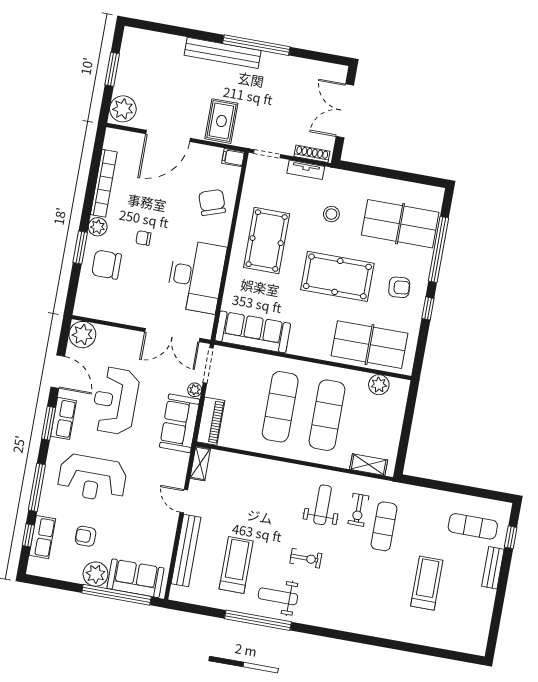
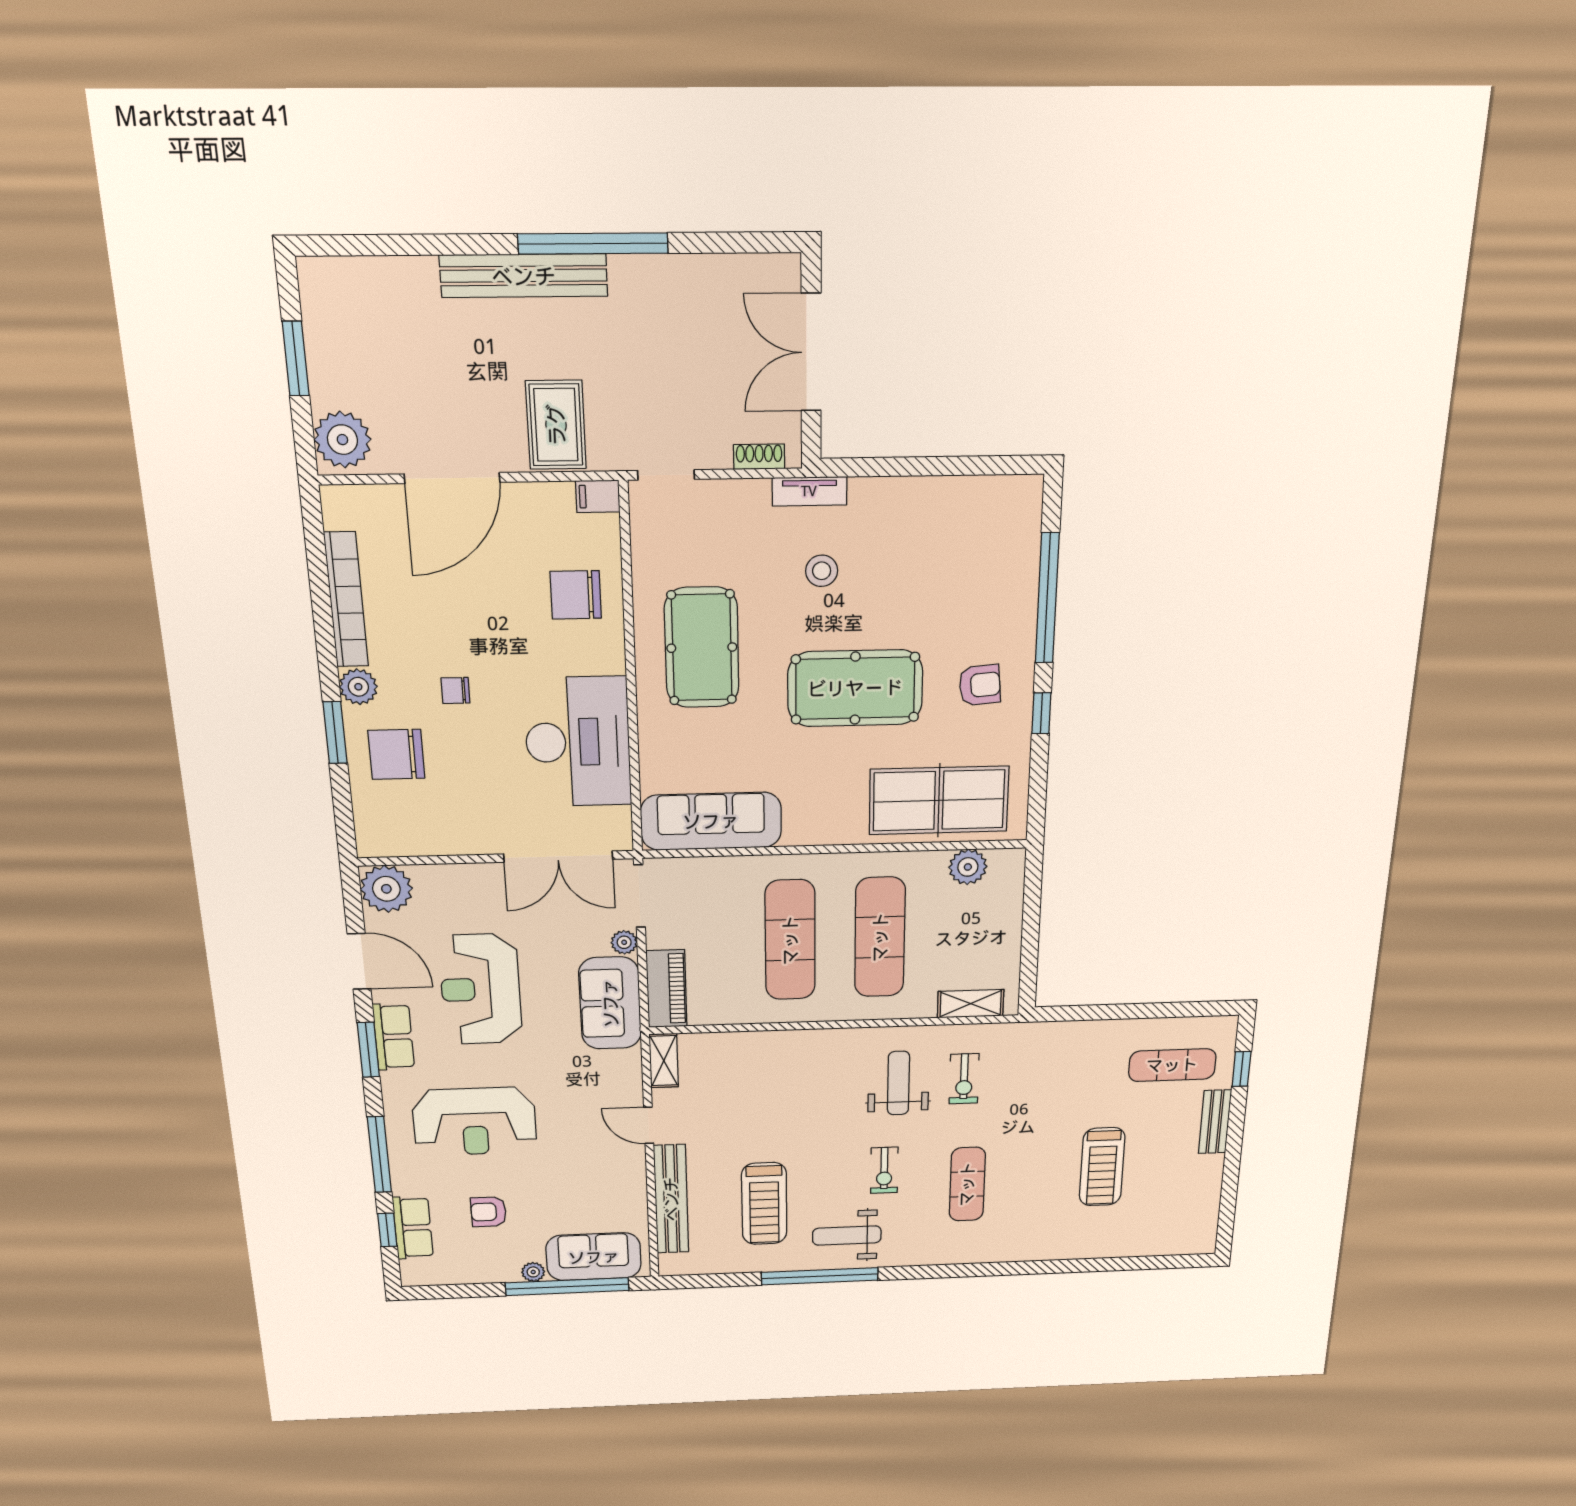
shoe rack: (312, 154) -> (759, 457), width x0.70
tv unit: (306, 170) -> (809, 491), moved
chair: (212, 202) -> (576, 595), turned -71
table tennis table: (400, 224) -> (963, 563), removed
exercise mat: (384, 526) -> (967, 1184), moved
exercise bike: (306, 558) -> (884, 1170), turned 90
treadmill: (236, 565) -> (764, 1204), turned 180
plant: (96, 574) -> (533, 1272), width x0.53, depth x0.53
treadmill: (427, 583) -> (1102, 1167), turned 180

